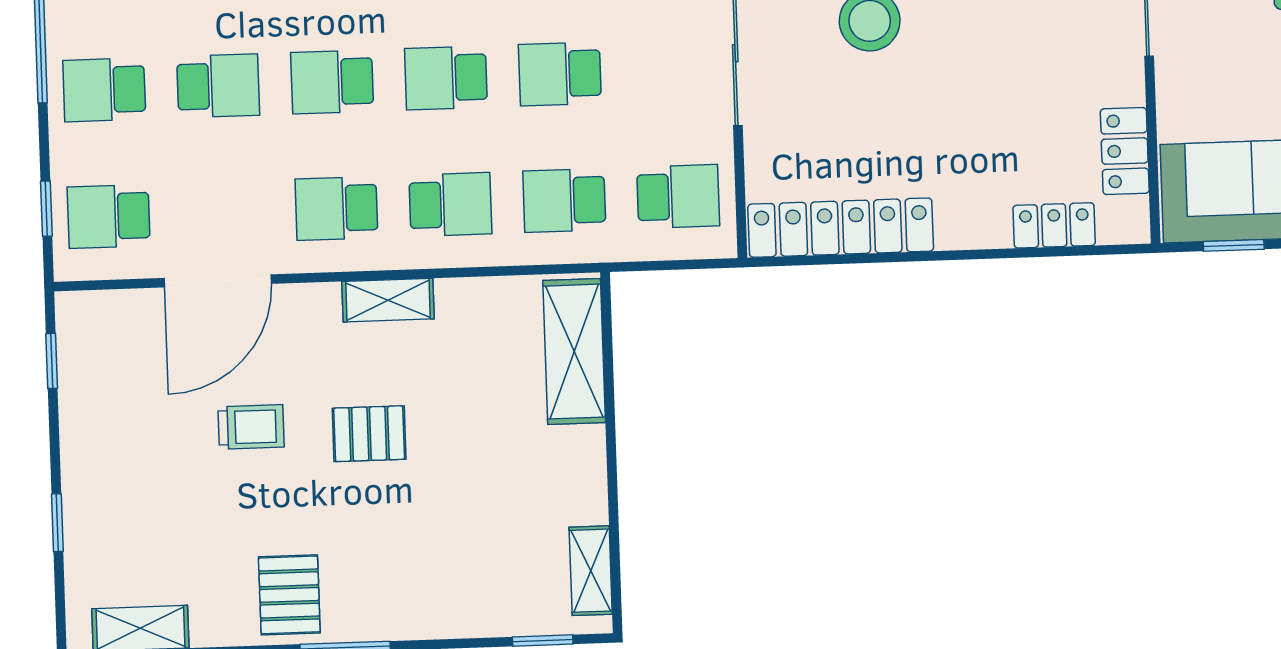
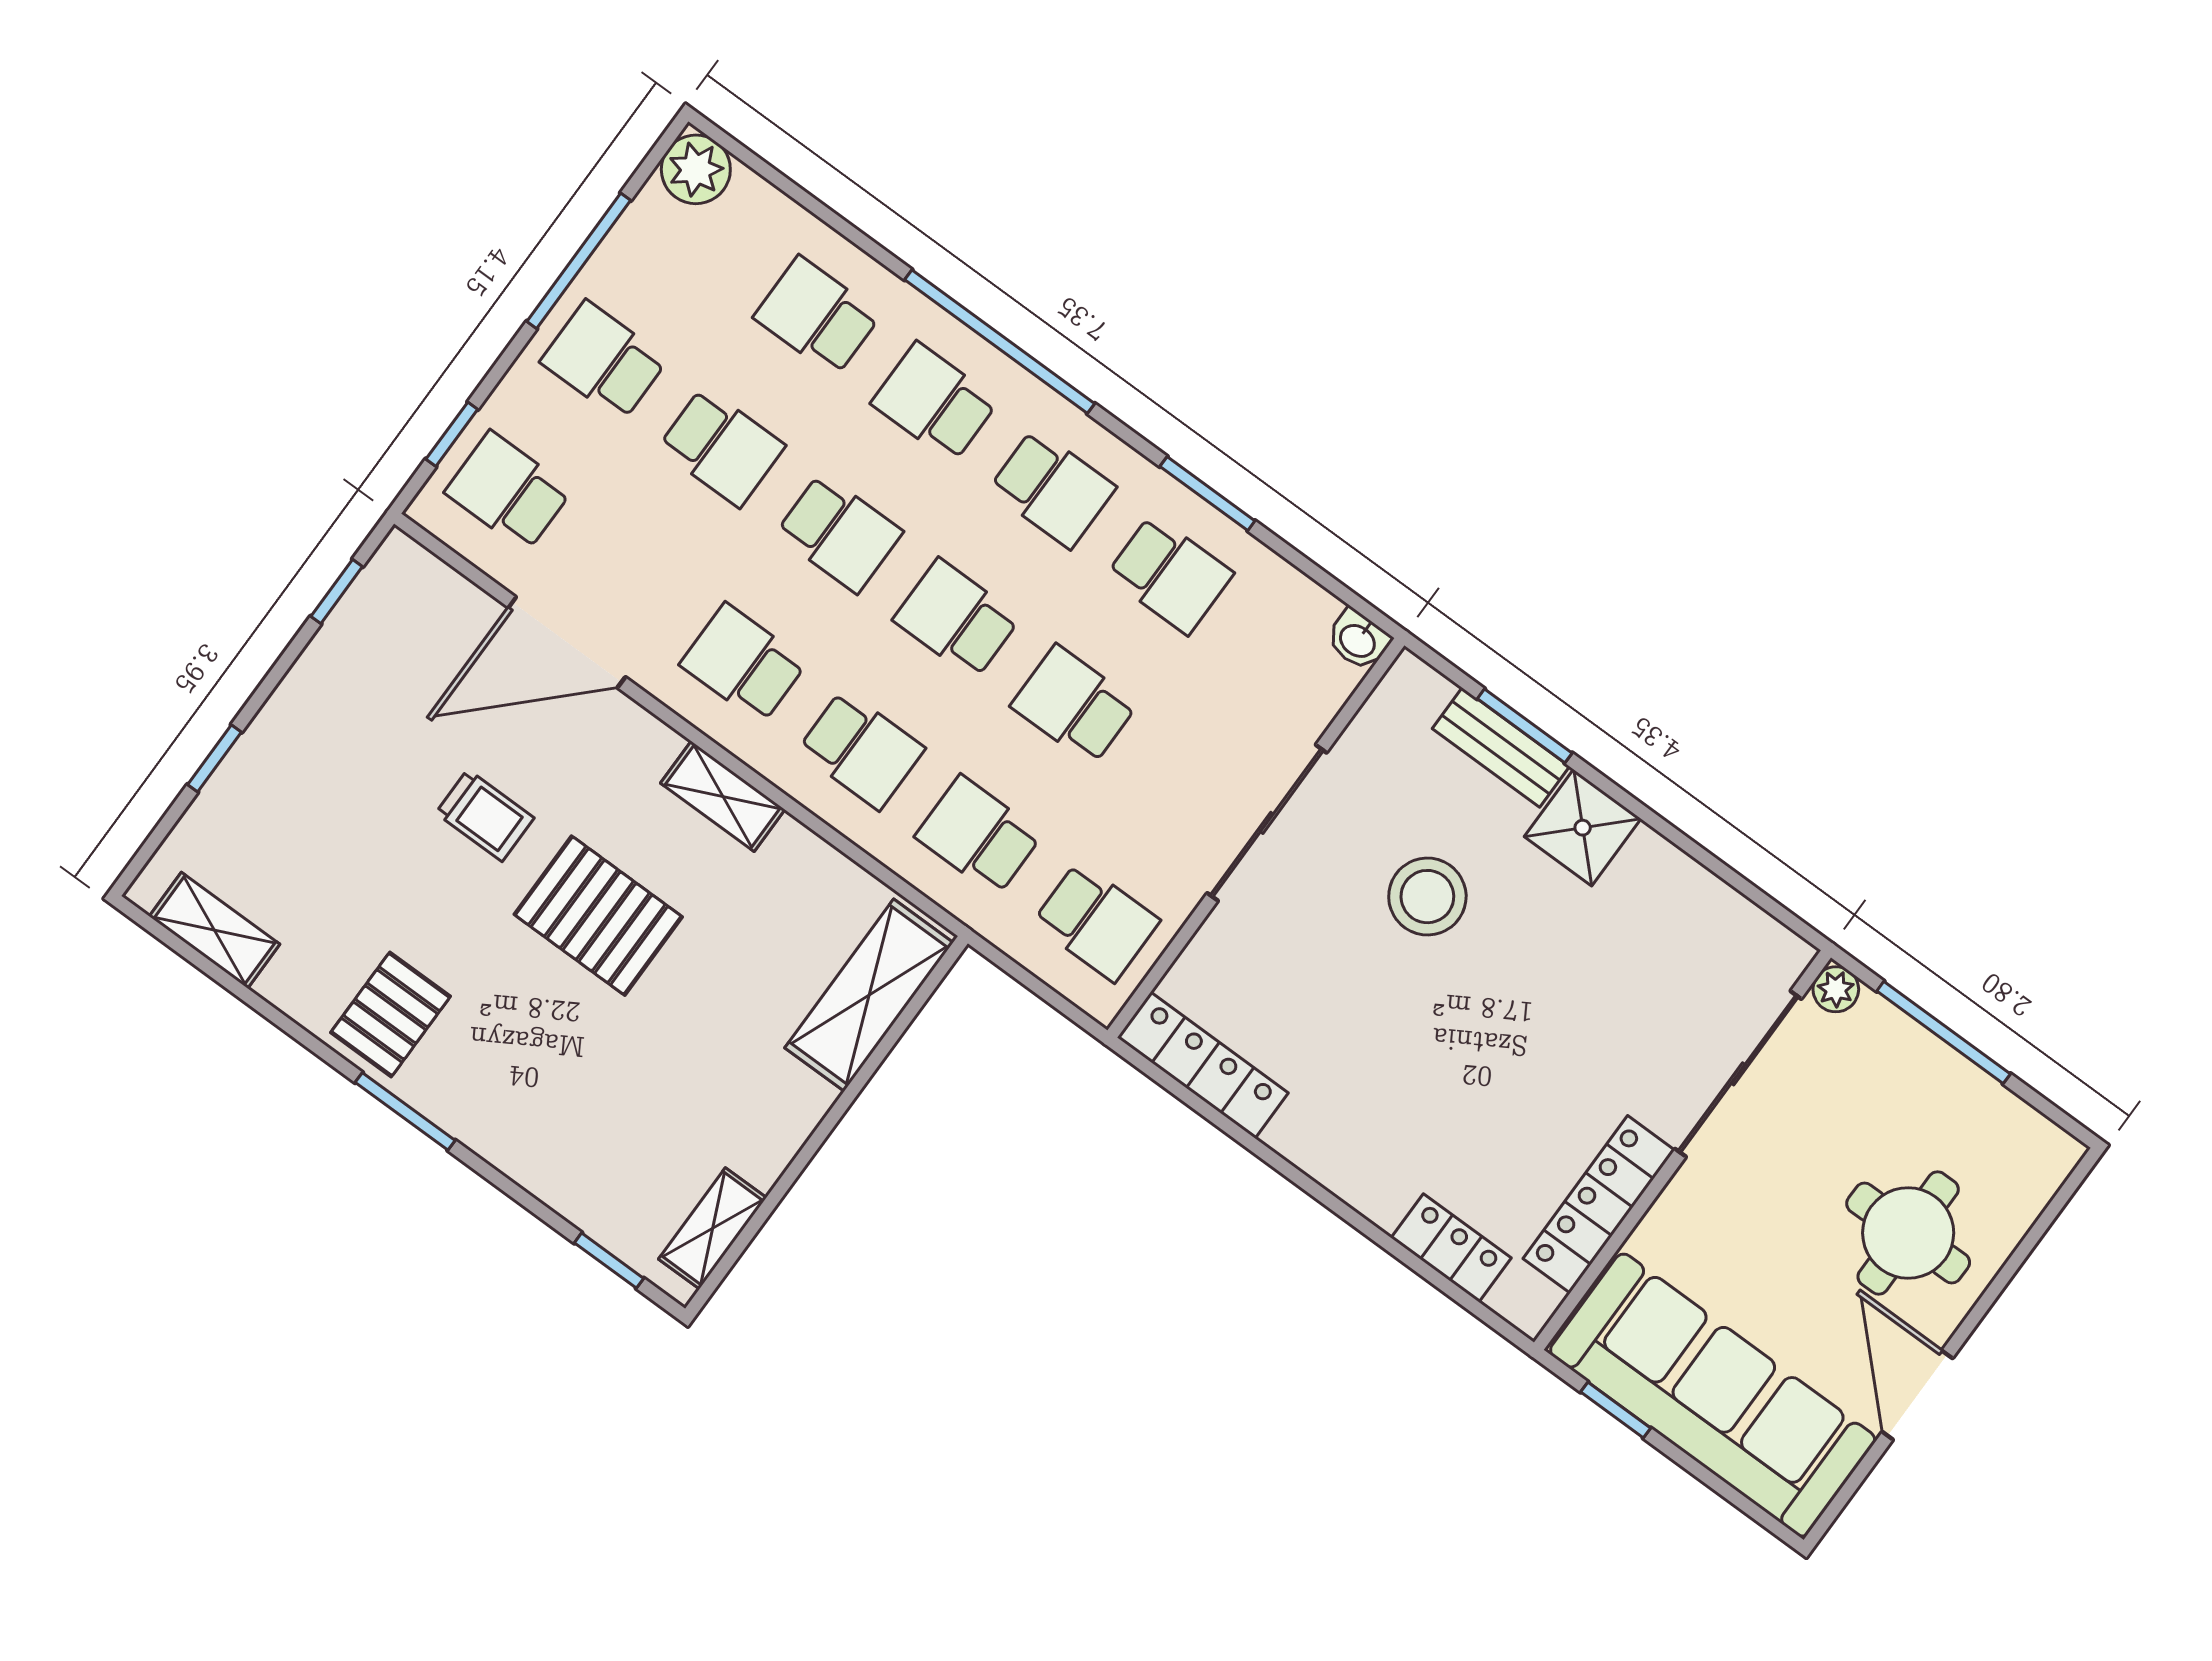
school desk: (332, 82) -> (839, 533), turned 180
locker: (1125, 151) -> (1599, 1204), width x1.53
locker: (841, 228) -> (1203, 1065), width x0.71, depth x0.83
pallet: (369, 434) -> (598, 916), width x1.50, depth x1.42

